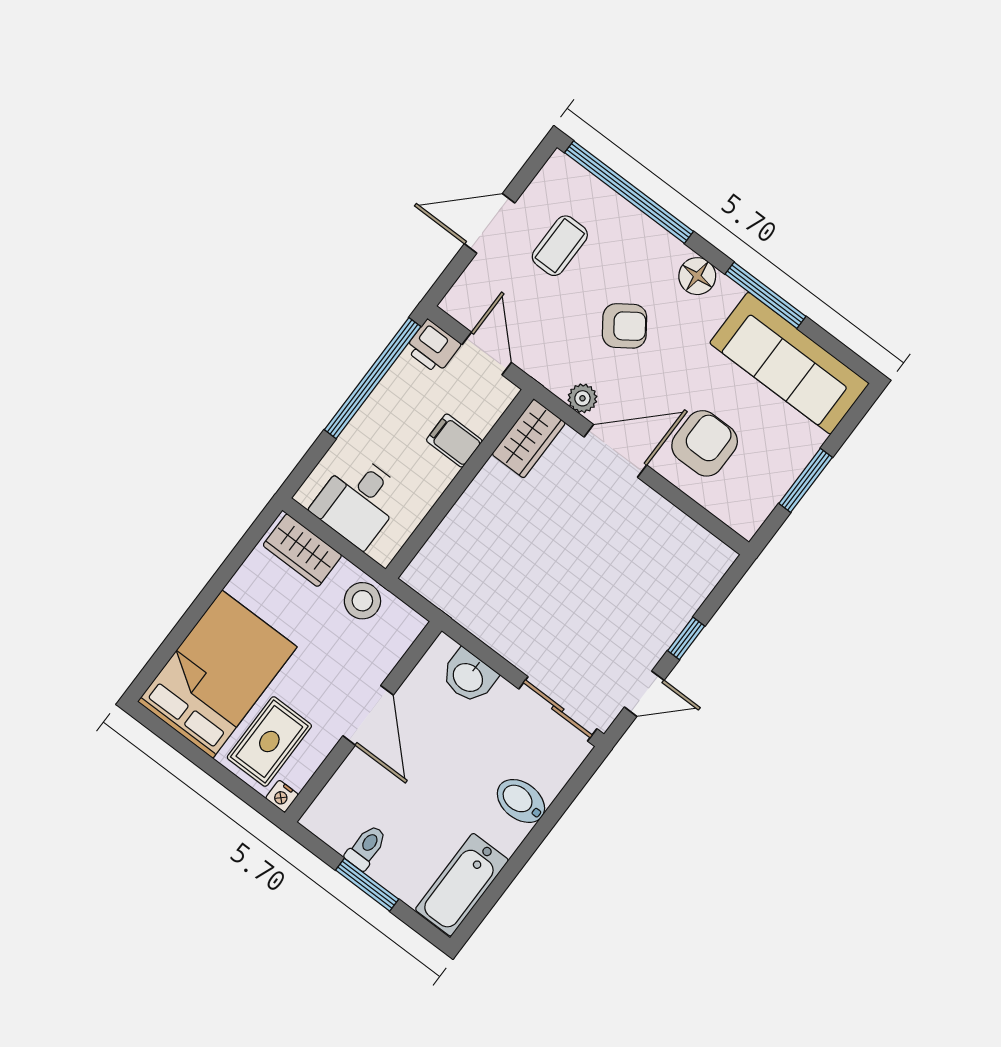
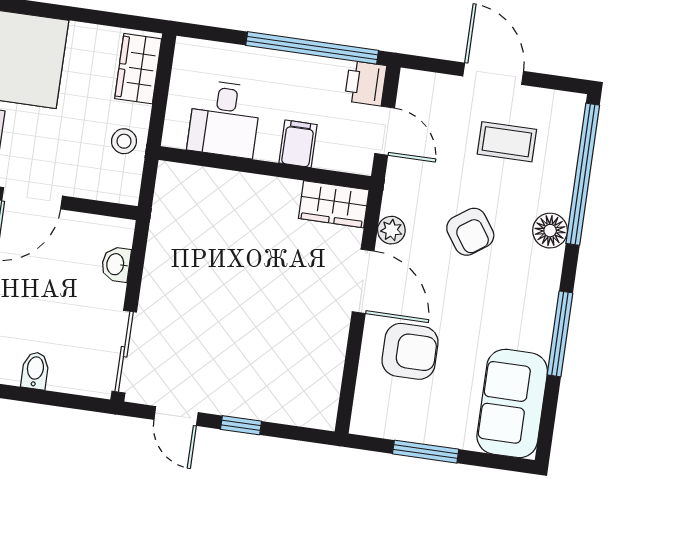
floor lamp: (697, 276) -> (550, 231), moved
door: (487, 354) -> (385, 131), hinge flipped
sofa: (789, 363) -> (512, 403), width x0.73
desk: (358, 501) -> (224, 119), moved, turned -90
stool: (362, 601) -> (124, 141), width x0.73, depth x0.73
washbasin: (469, 677) -> (116, 264), width x0.72, depth x0.69
bidet: (521, 801) -> (35, 371), width x0.72, depth x0.74

